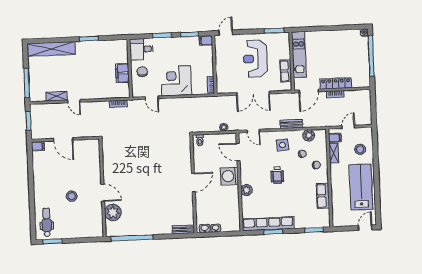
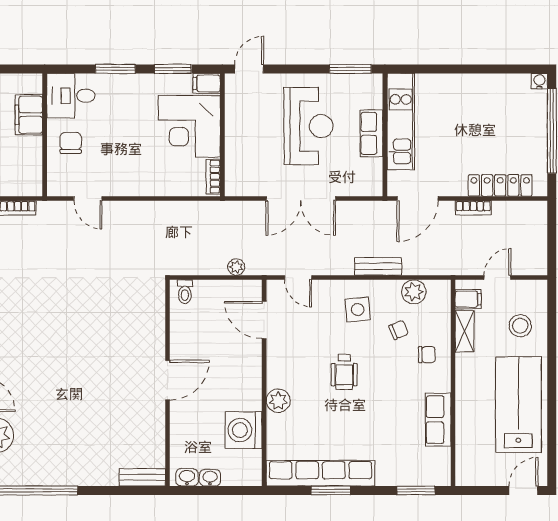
reception desk: (255, 59) -> (308, 126), turned 180
row of seats: (286, 71) -> (371, 133), moved
filing cabinet: (122, 73) -> (29, 115), moved
corner desk: (176, 81) -> (189, 126), moved, turned -90
locker: (336, 83) -> (500, 185), moved
washing machine: (229, 176) -> (244, 430), moved

